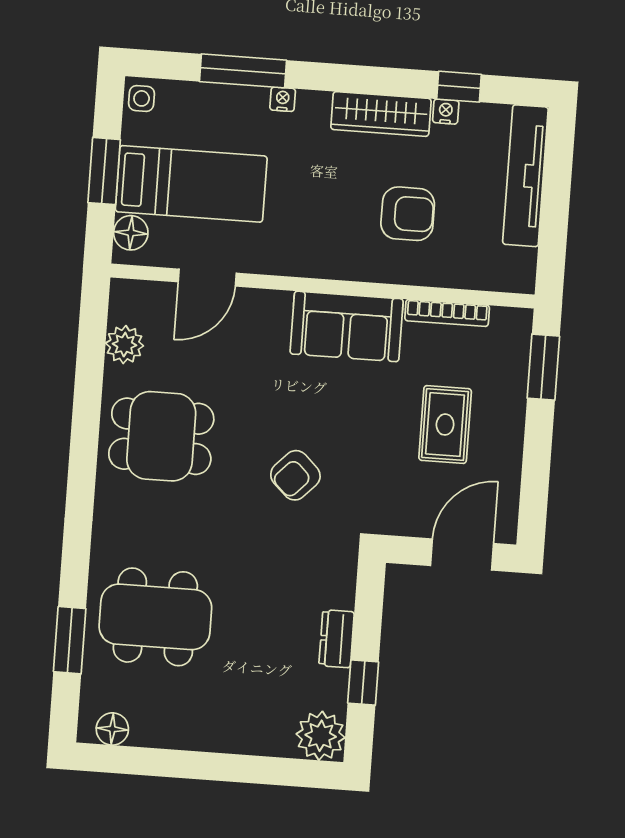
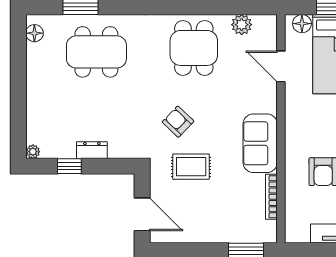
rug: (445, 425) -> (191, 167), moved
dining table: (155, 617) -> (96, 52), turned 90
plant: (321, 736) -> (33, 152), width x0.53, depth x0.53

